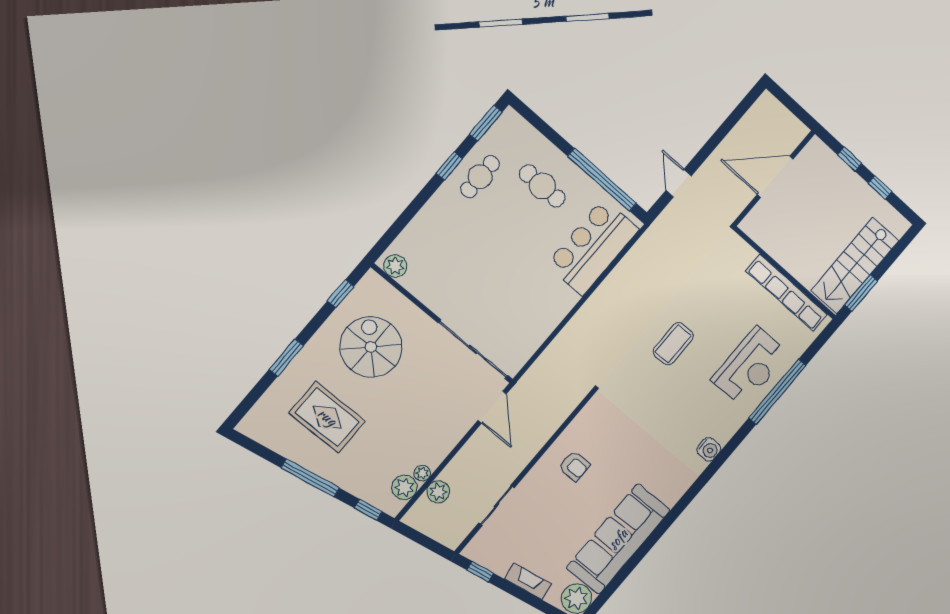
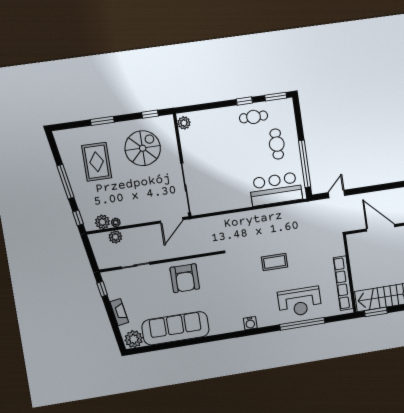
armchair: (574, 466) -> (185, 278), width x1.88, depth x1.88

